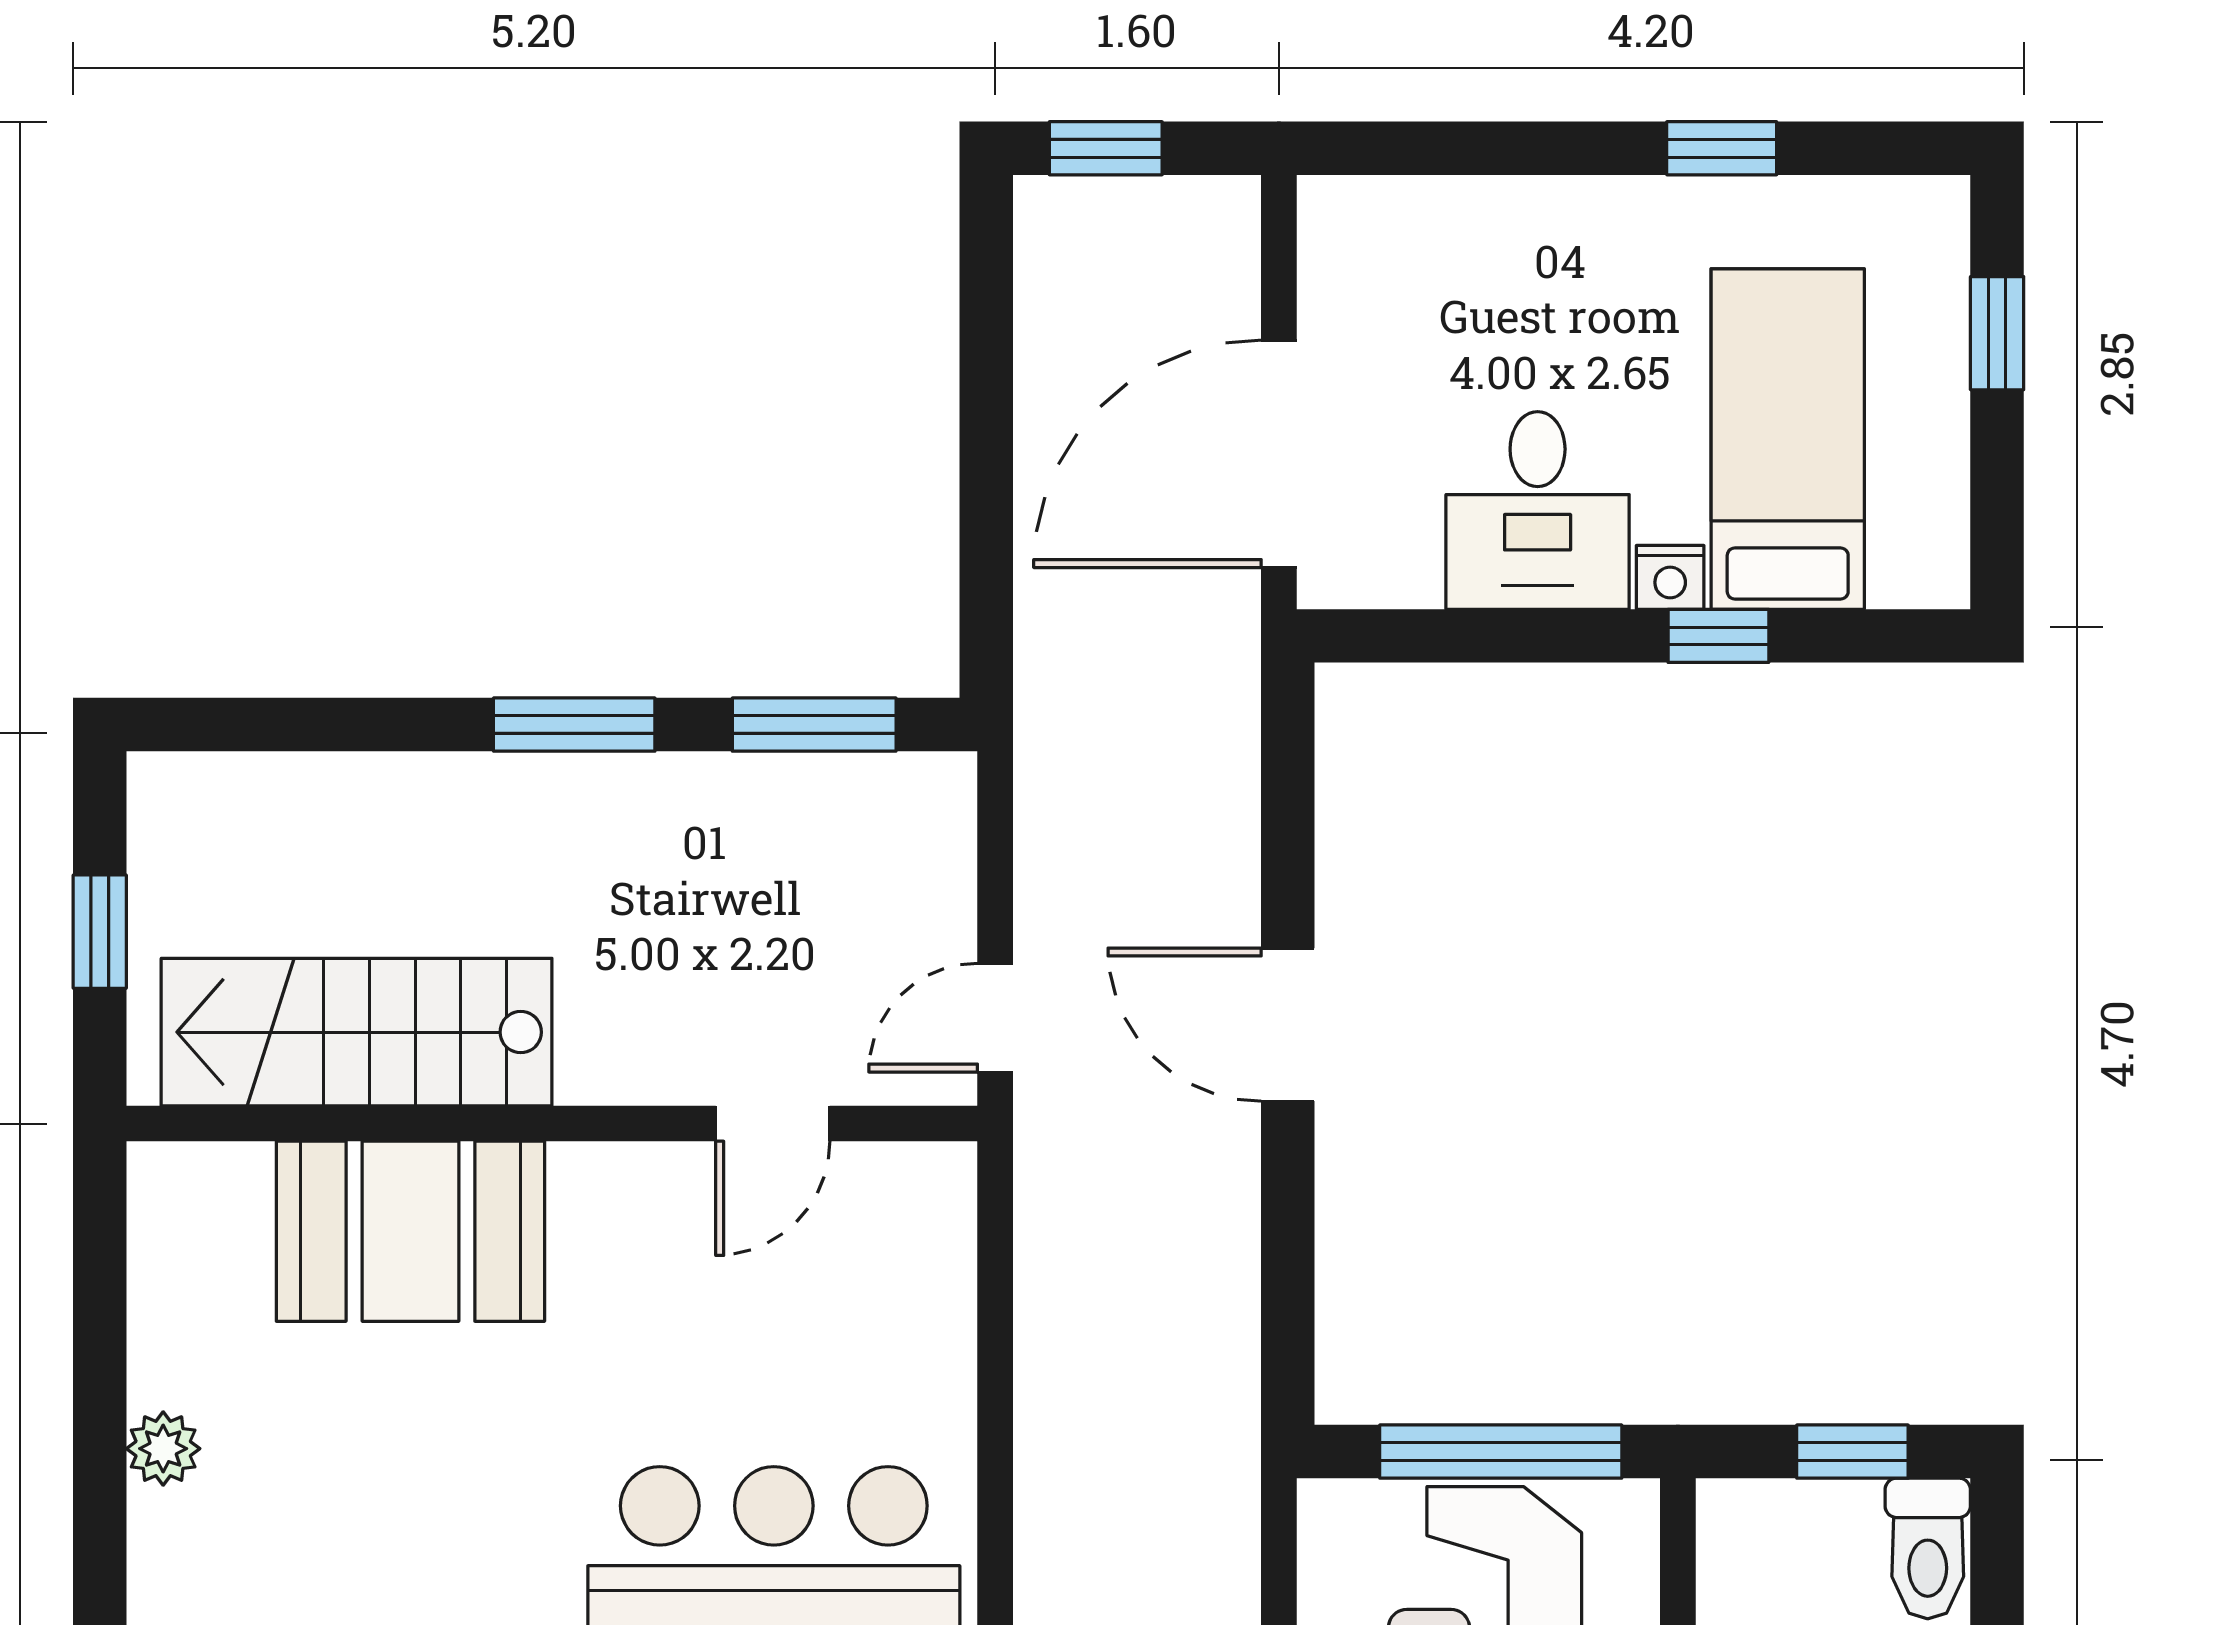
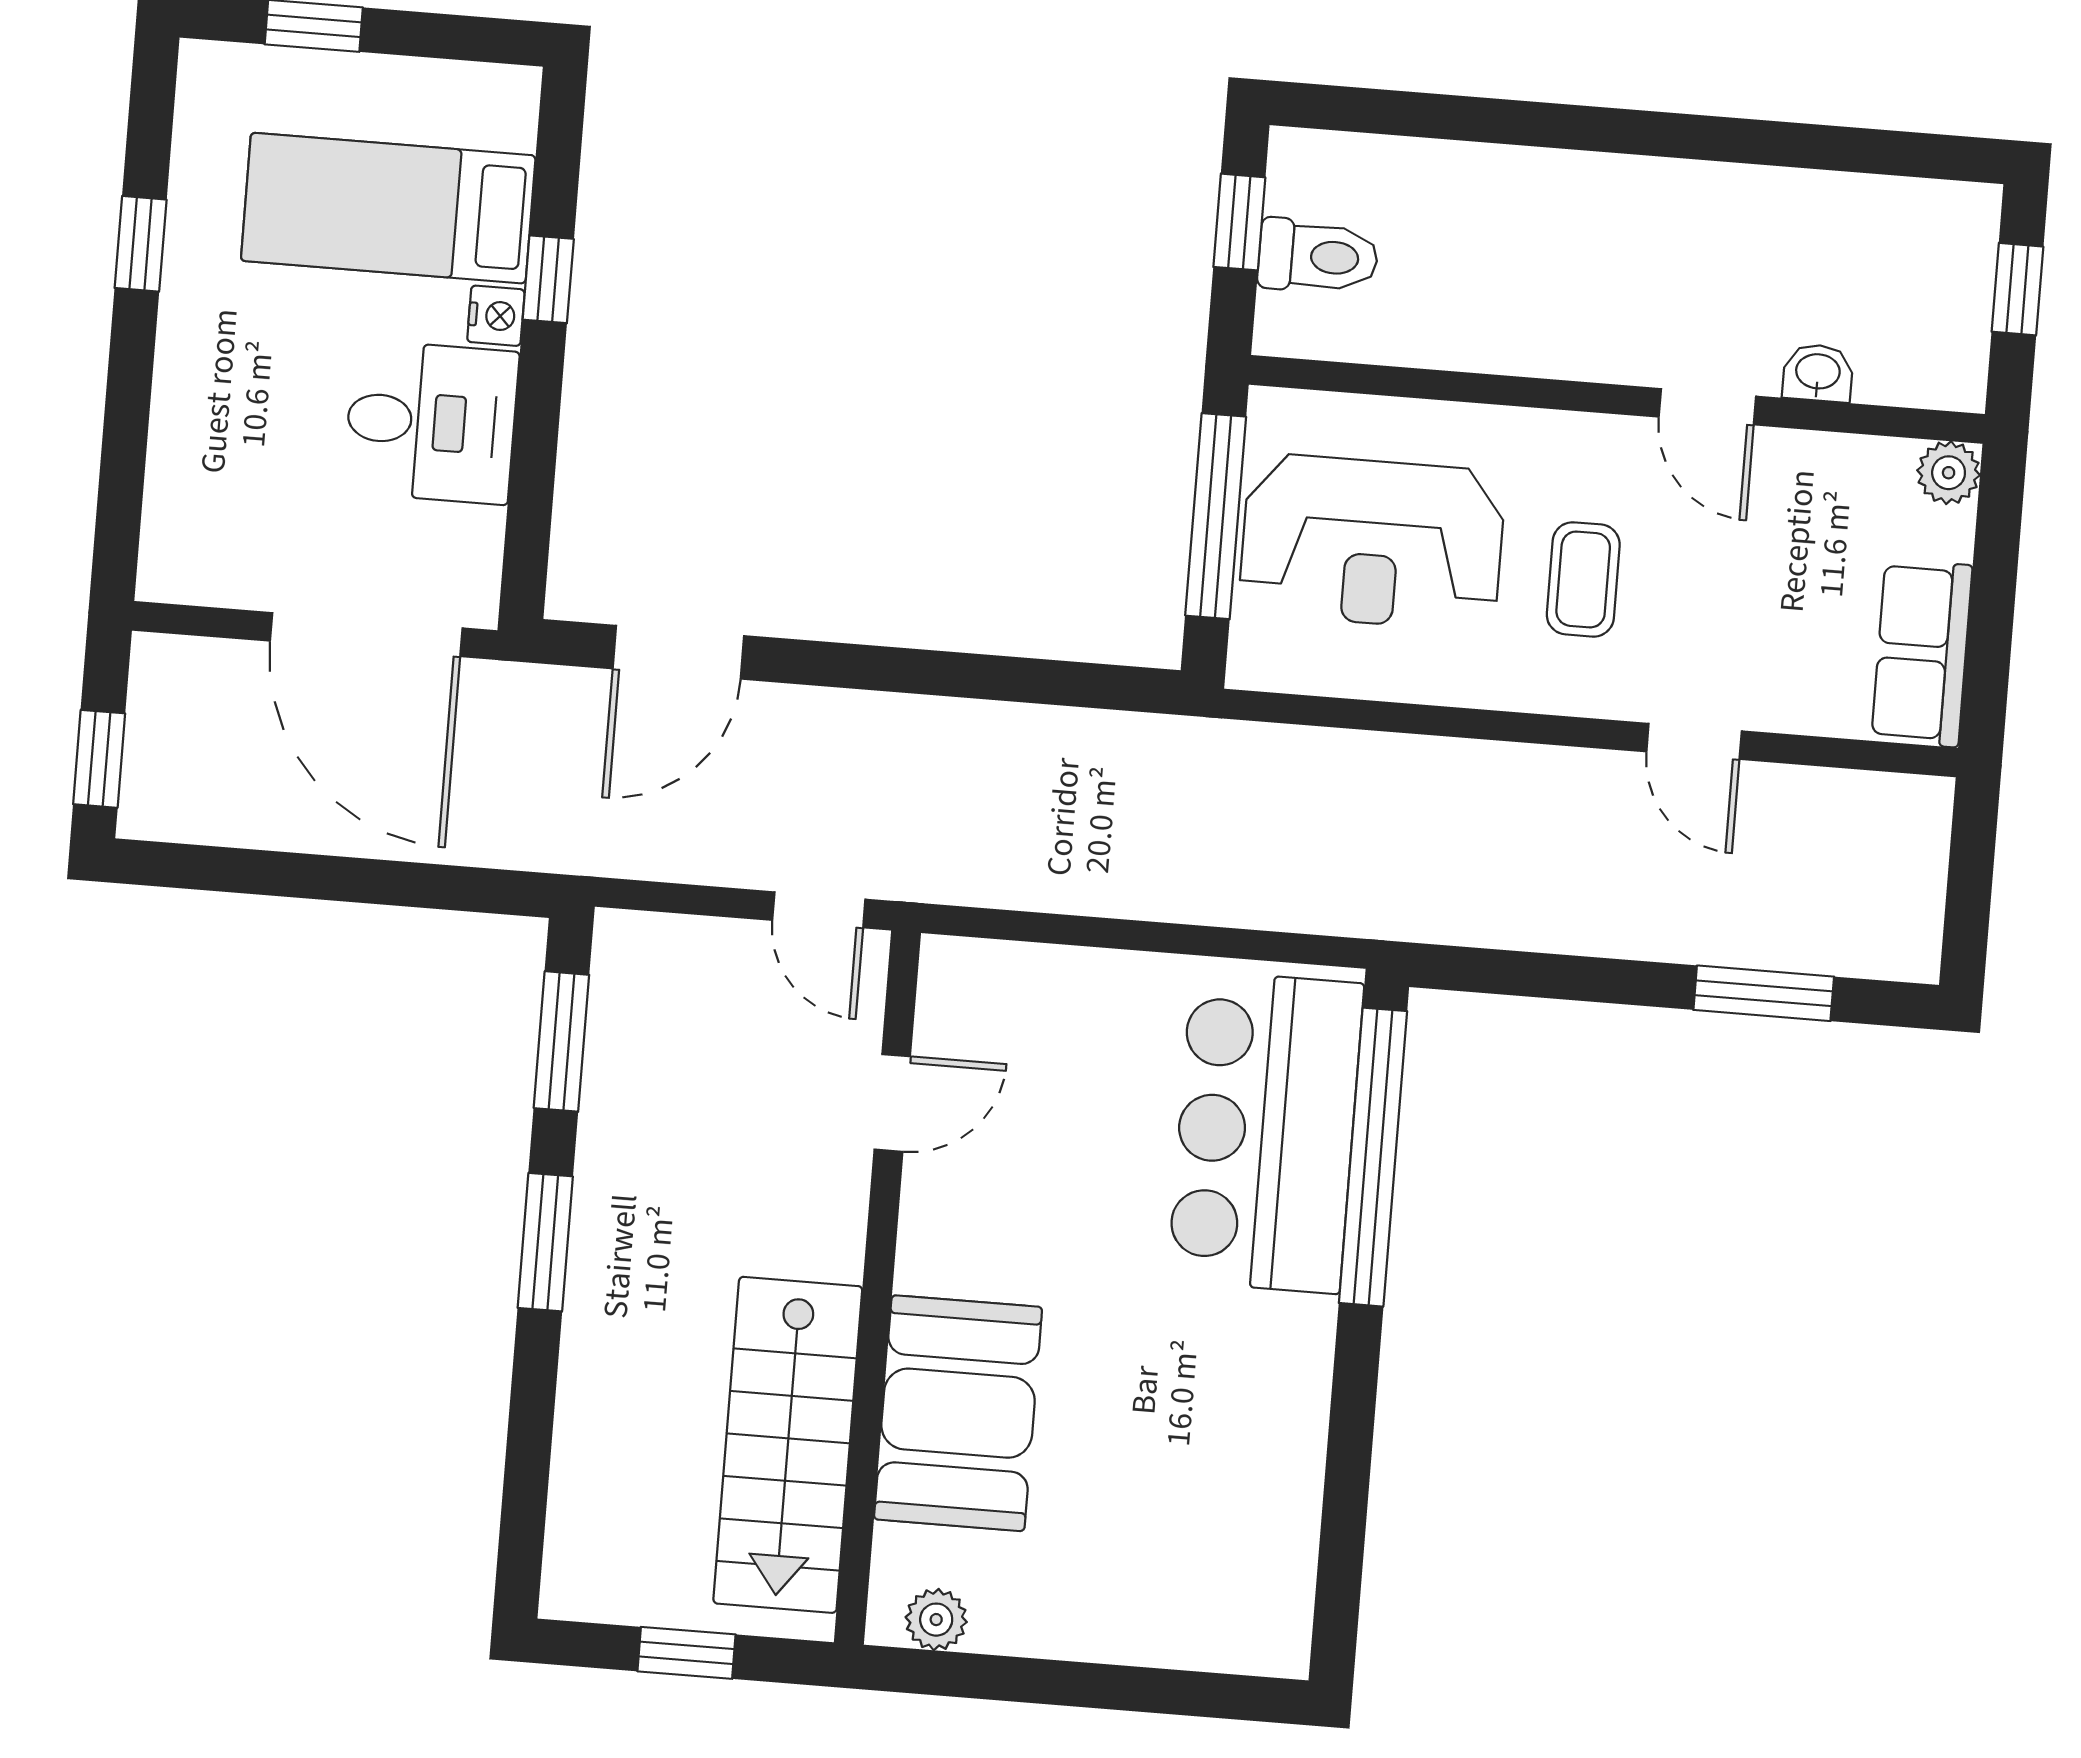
door: (1288, 1025) -> (678, 652), moved
door: (773, 1124) -> (892, 1103), hinge flipped
plant: (163, 1449) -> (936, 1620), moved
toilet: (1928, 1548) -> (1318, 256), moved

